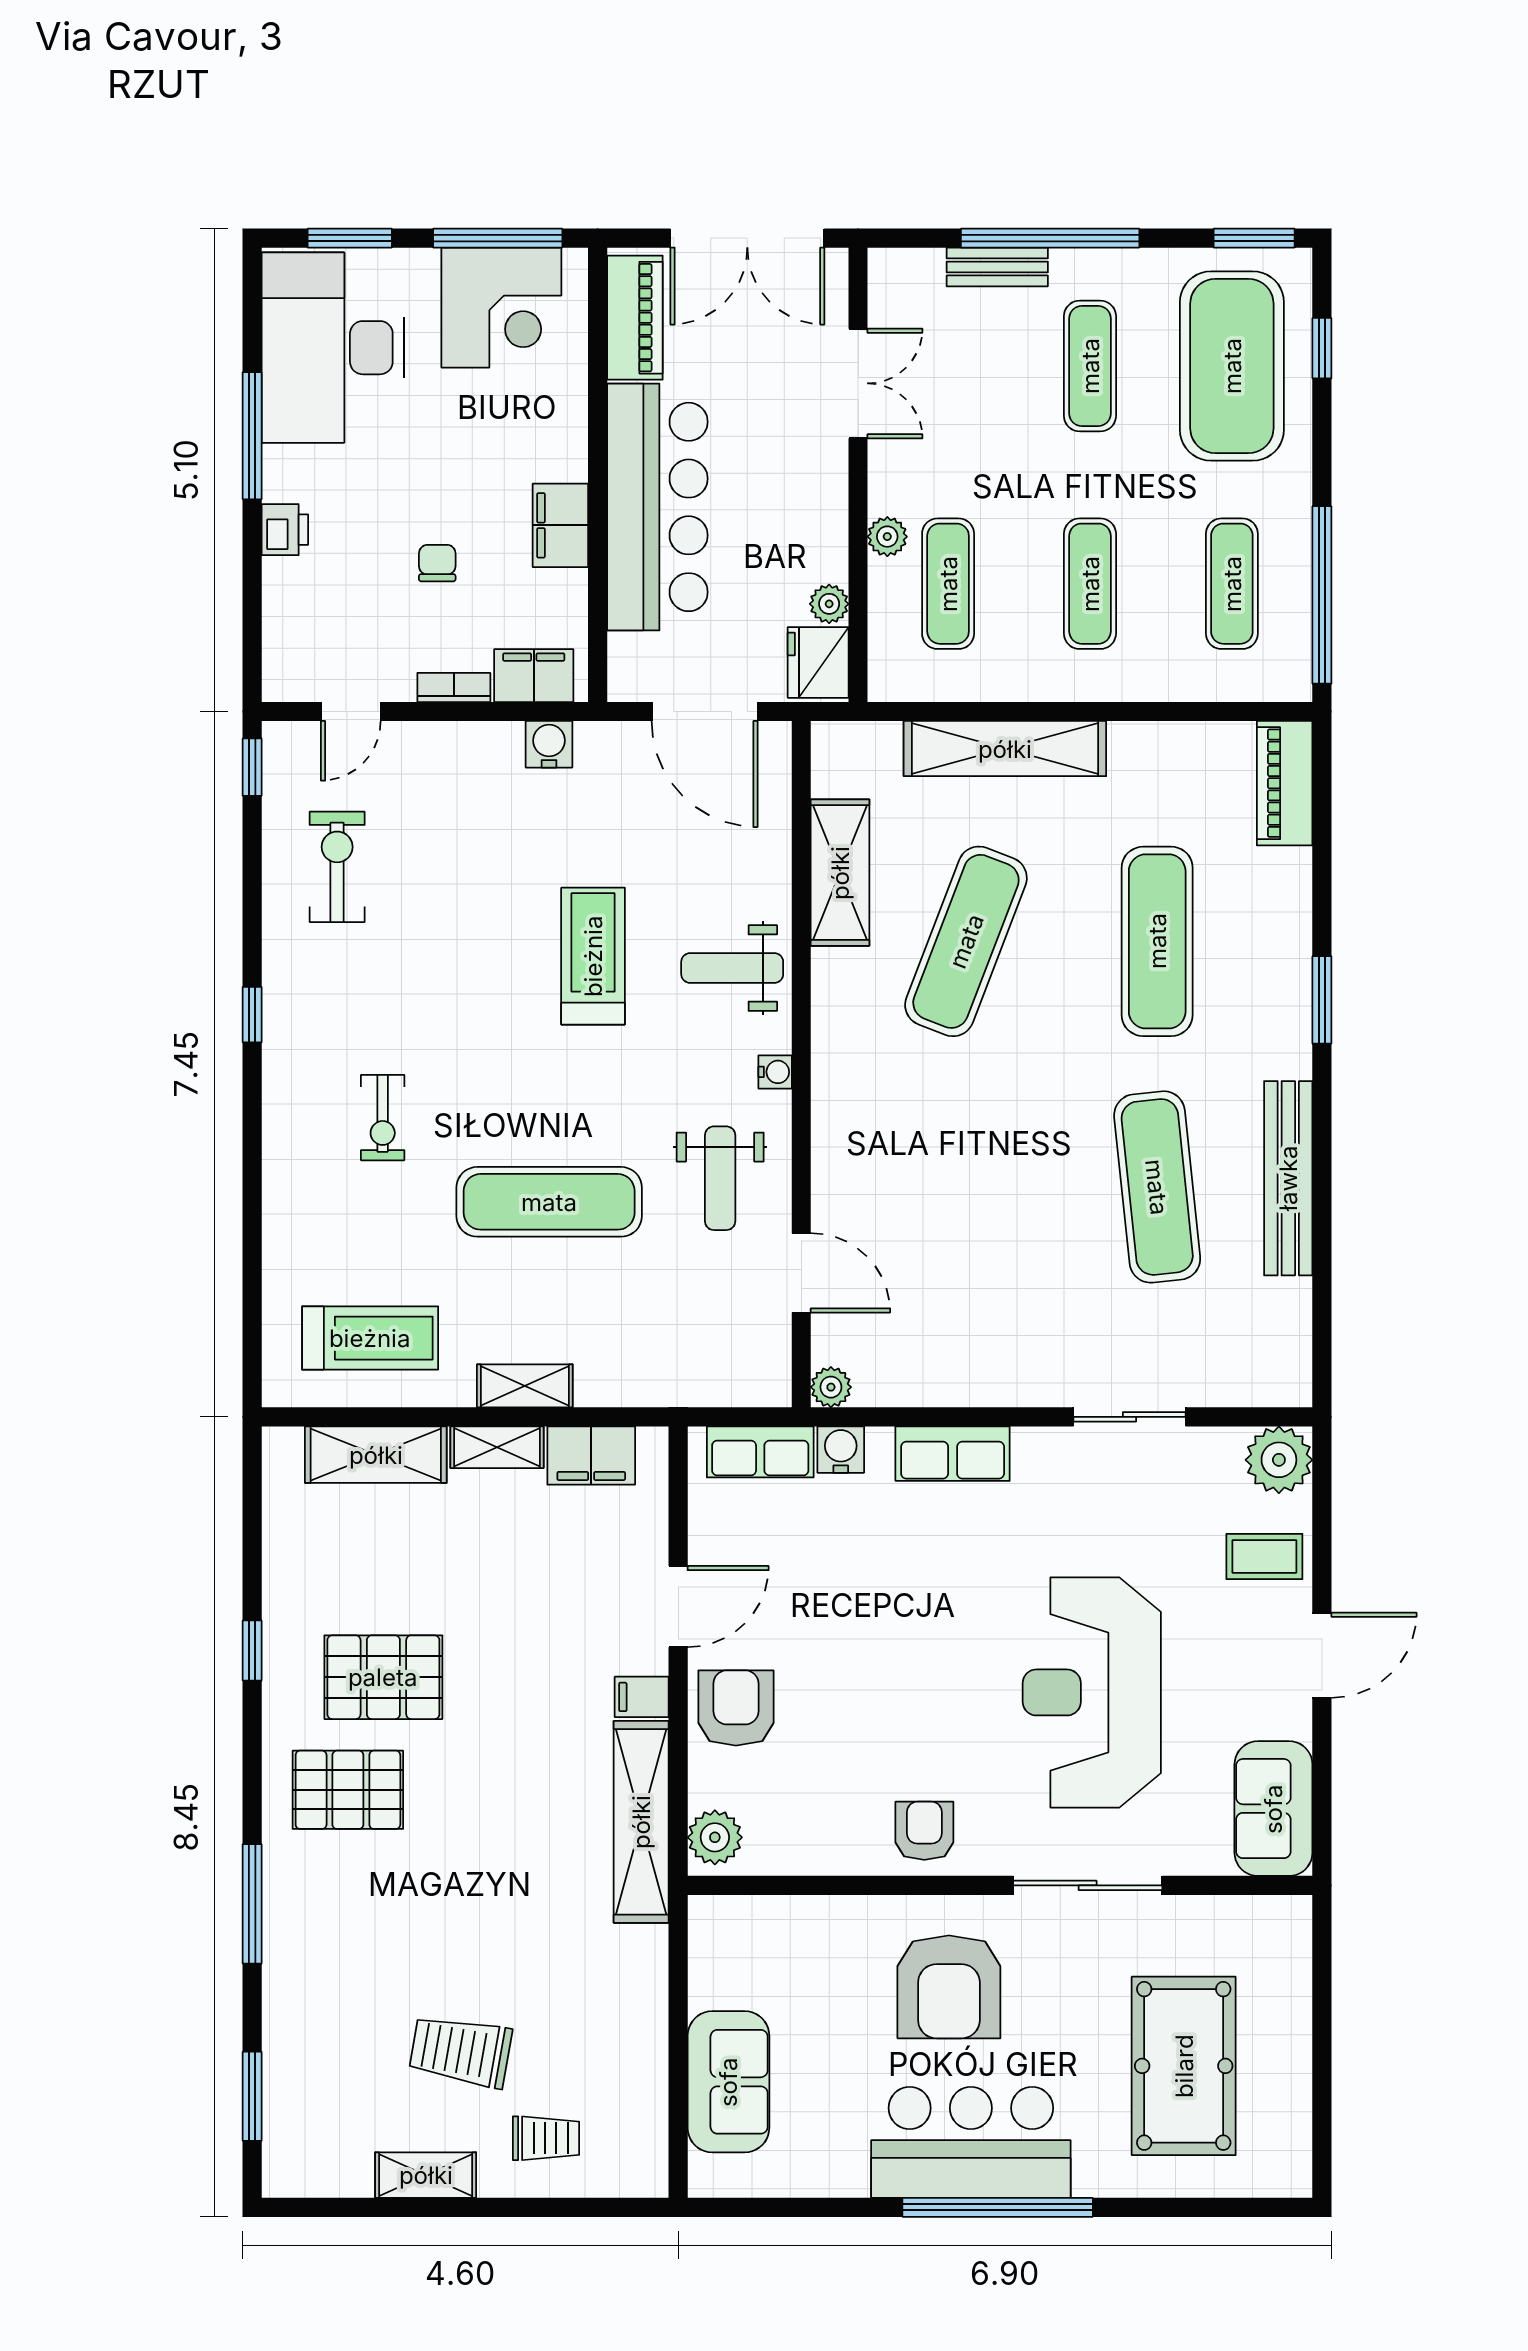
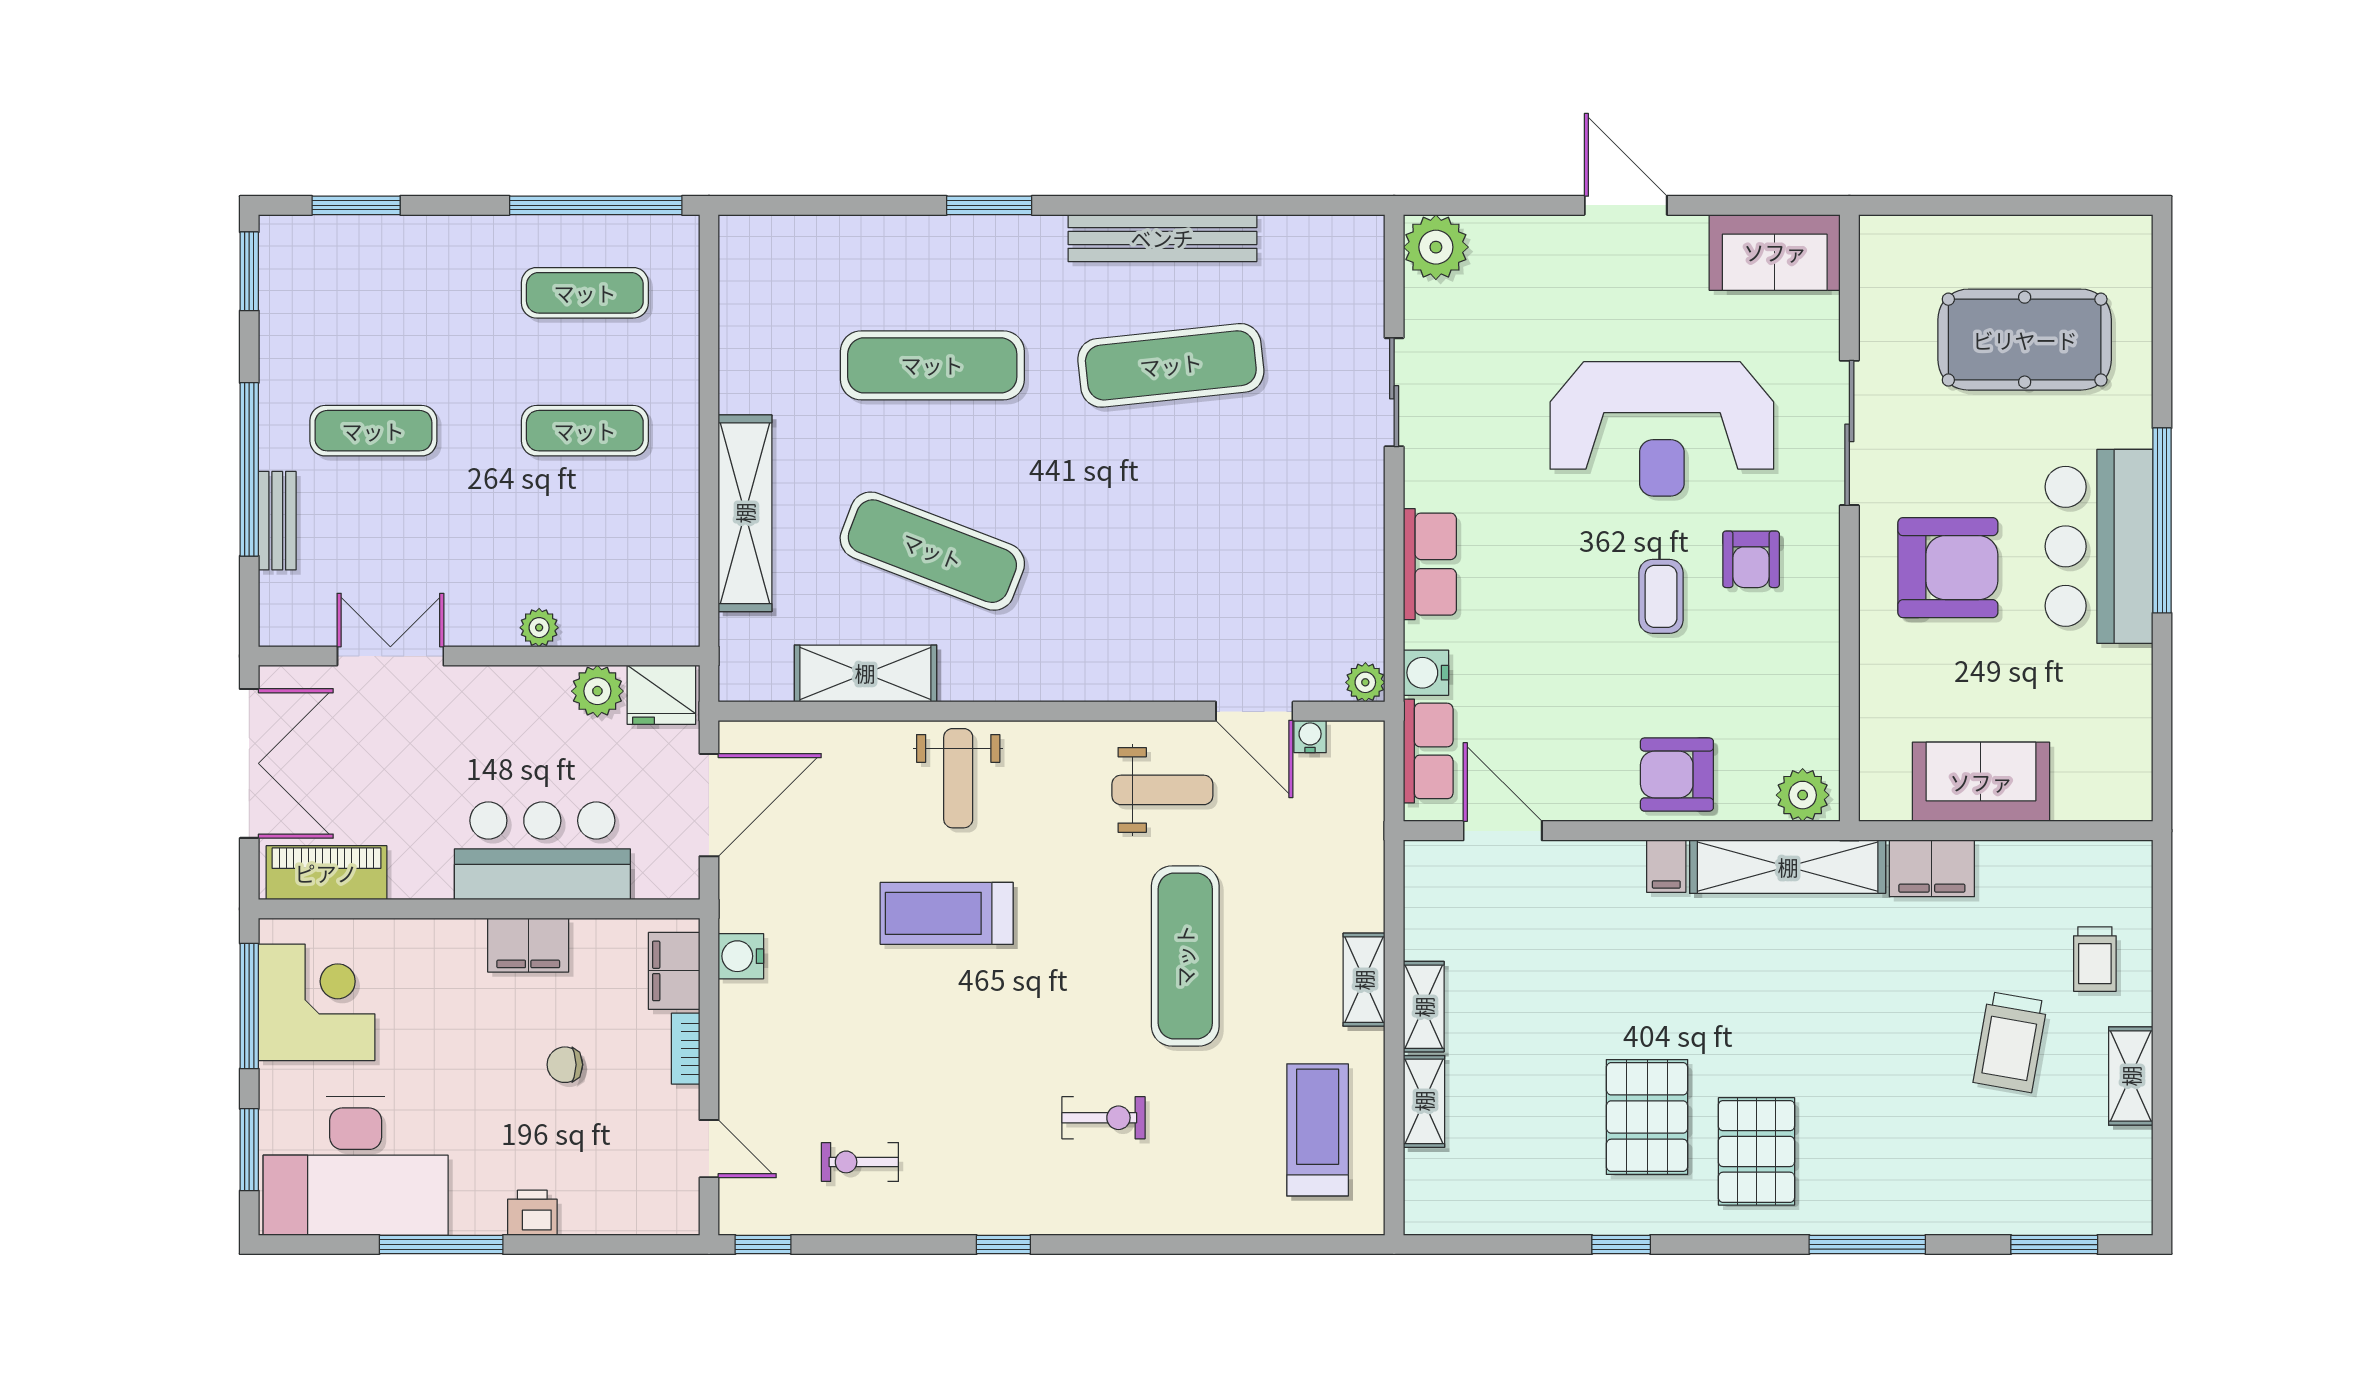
window: (1322, 348) -> (356, 205), width x1.50
exercise mat: (1232, 366) -> (373, 293), removed
bar counter: (657, 507) -> (542, 851), width x0.73
exercise mat: (948, 584) -> (585, 569), removed
plant: (829, 604) -> (597, 691), width x1.38, depth x1.38
piano: (1285, 783) -> (779, 242), removed
exercise bike: (337, 867) -> (860, 1162), width x0.73, depth x0.72
water cooler: (775, 1072) -> (1310, 736), moved
door: (801, 1273) -> (1254, 711), swing flipped
shelving: (376, 1455) -> (1424, 1101), width x0.67, depth x0.75
filing cabinet: (591, 1456) -> (1932, 868), moved, turned 90
coffee table: (1264, 1556) -> (1661, 596), moved
door: (678, 1607) -> (1503, 831), moved
armchair: (924, 1831) -> (1751, 559), moved, turned -90
sofa: (728, 2082) -> (1981, 782), moved
trolley: (546, 2138) -> (2095, 959), turned 180

